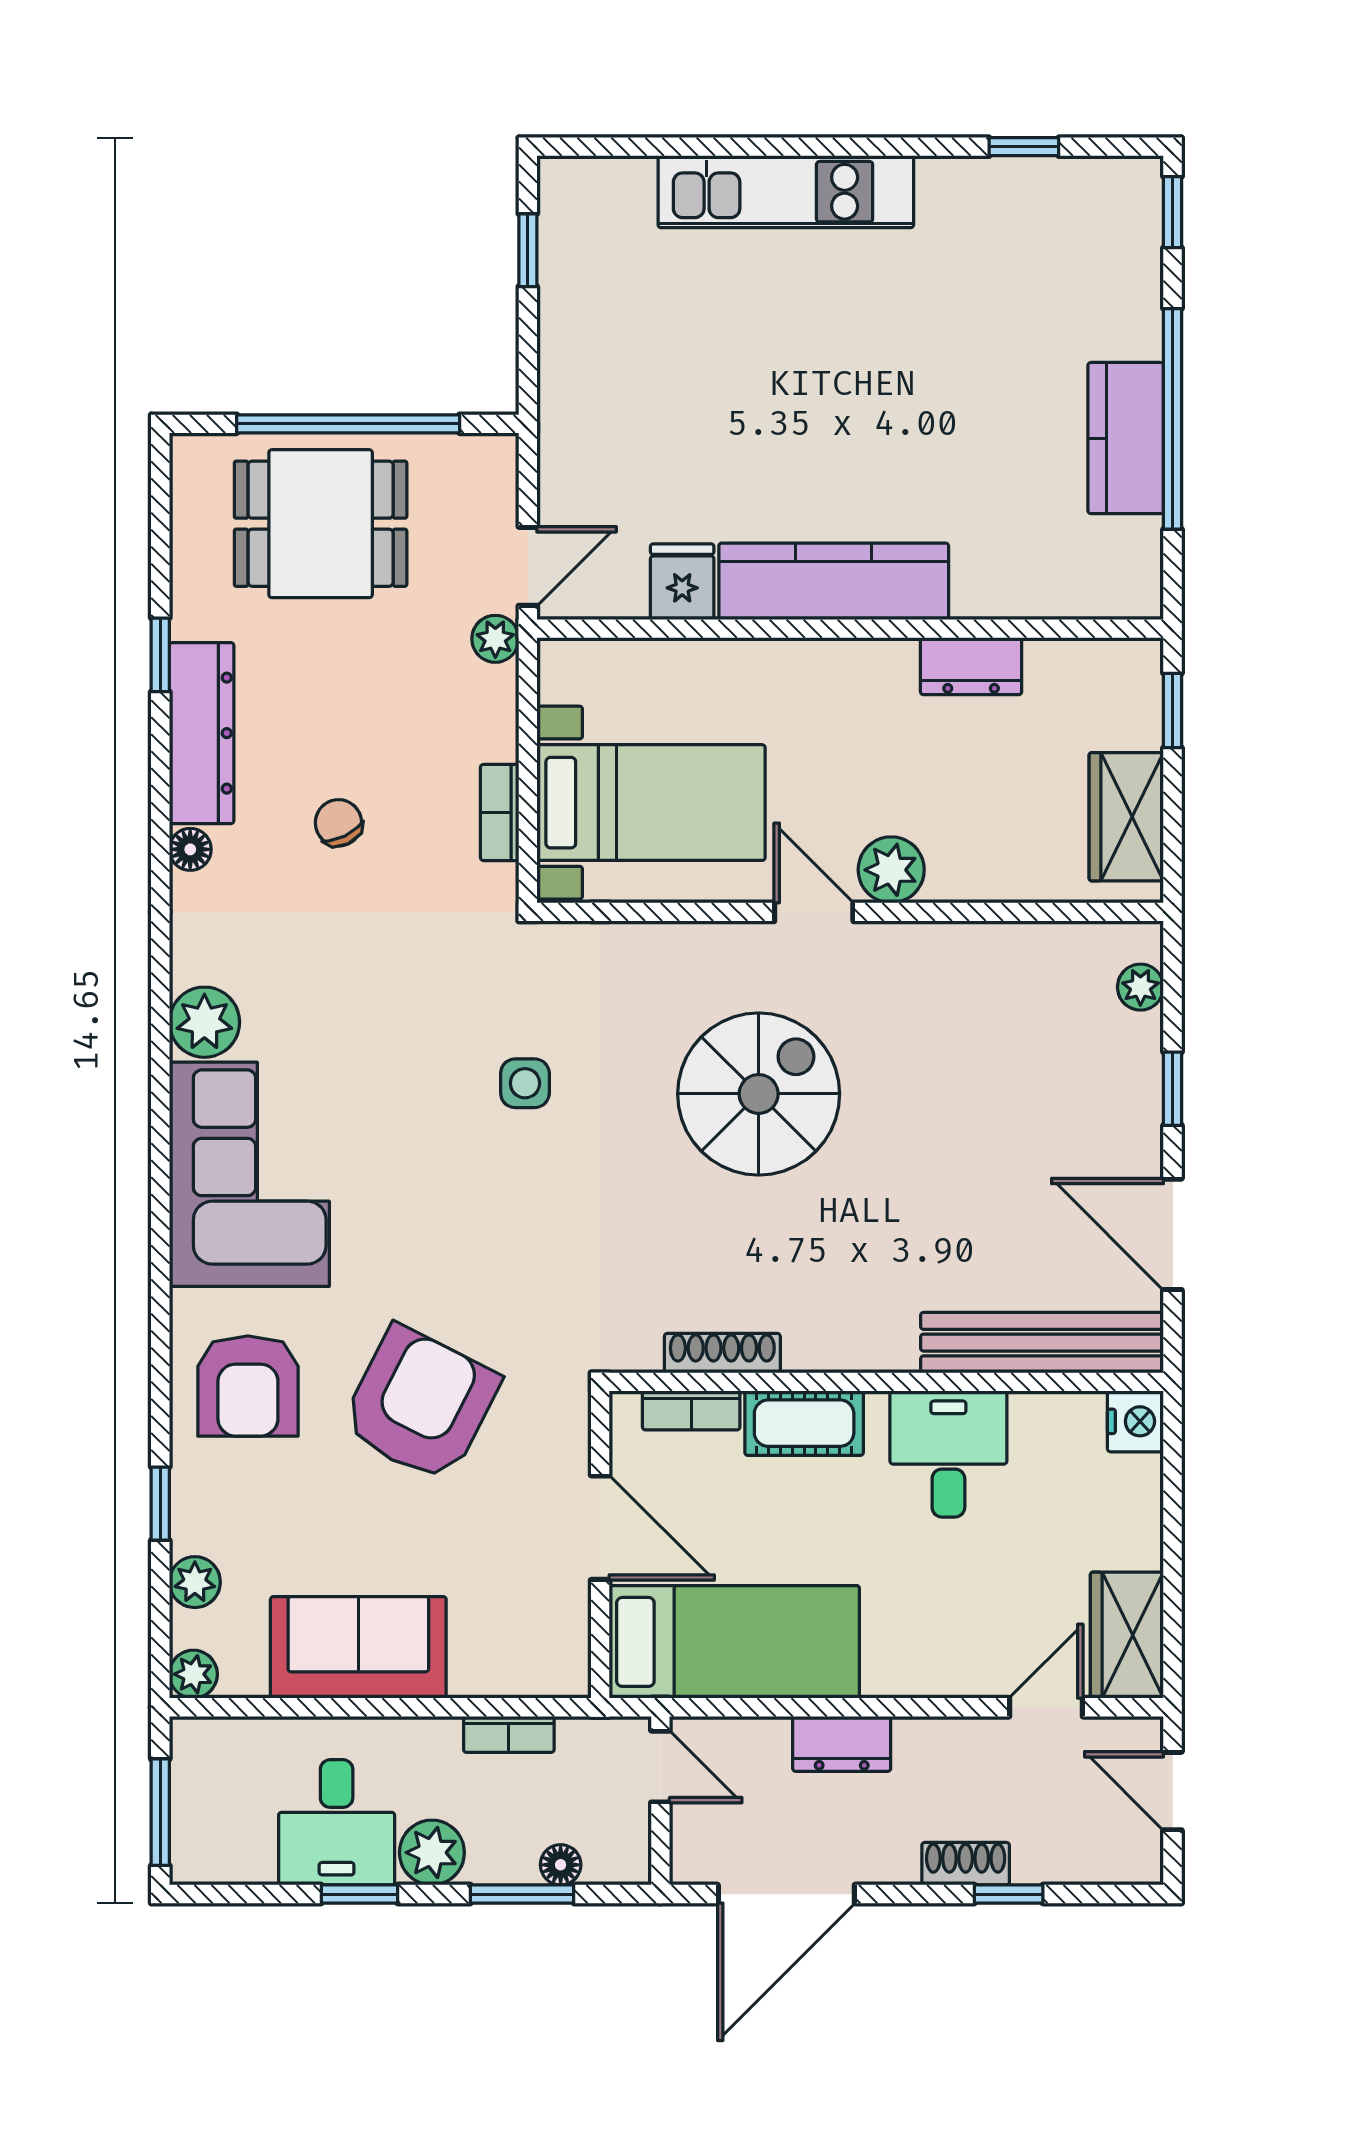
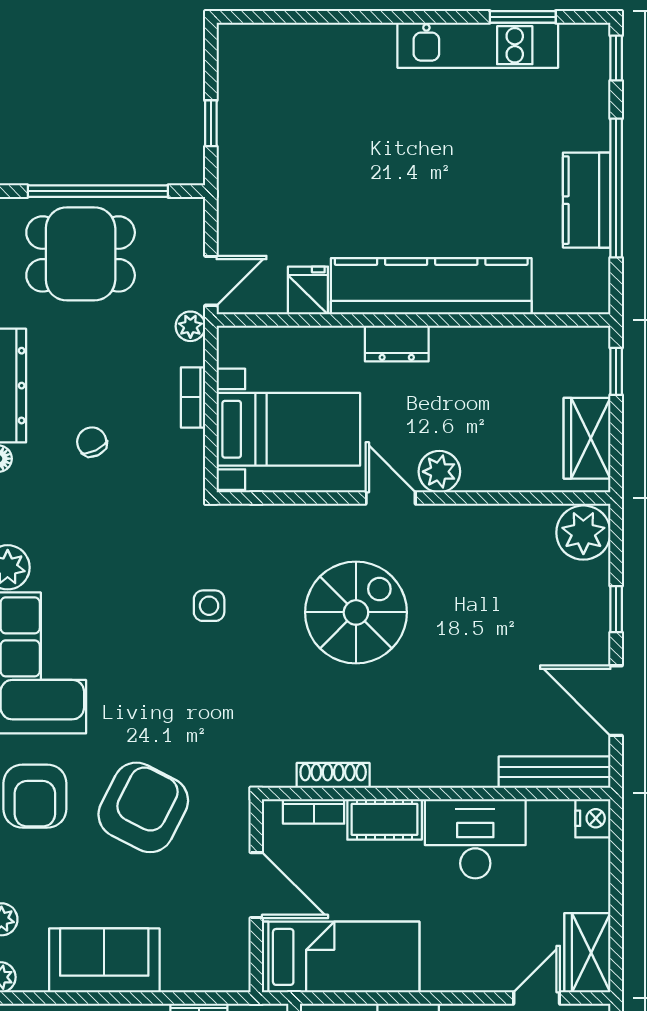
window: (1024, 147) -> (523, 17), width x1.50
kitchen unit: (786, 192) -> (478, 45), moved
window: (528, 250) -> (211, 123), moved
kitchen counter: (834, 581) -> (431, 286), width x1.39, depth x1.17
dresser: (971, 666) -> (397, 344), moved
bookcase: (500, 812) -> (193, 397), moved
plant: (1140, 987) -> (583, 533), width x1.88, depth x1.88
bench: (1042, 1343) -> (555, 772), width x0.73, depth x0.82
desk: (948, 1454) -> (475, 839), width x1.37

